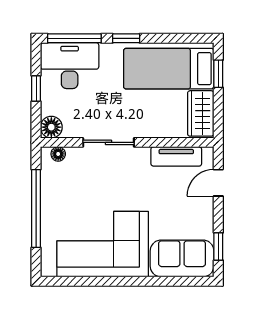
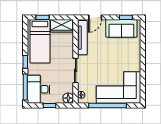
tv unit: (176, 156) -> (82, 38), width x1.41
door: (218, 183) -> (95, 17), hinge flipped
corner sofa: (103, 244) -> (118, 88), moved, turned 90
sofa: (182, 258) -> (121, 28), moved, turned -90

